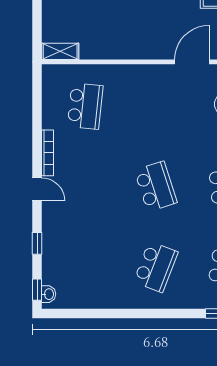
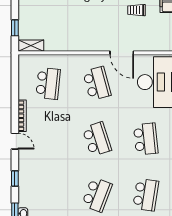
window: (37, 26) -> (15, 28), added
door: (192, 62) -> (122, 53), swing flipped
school desk: (156, 106) -> (97, 83), added

